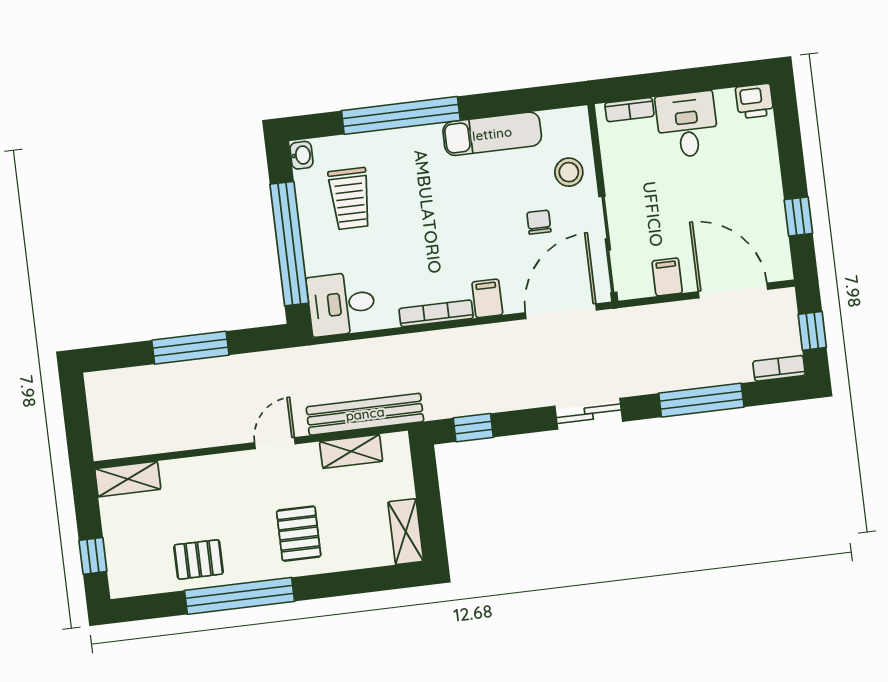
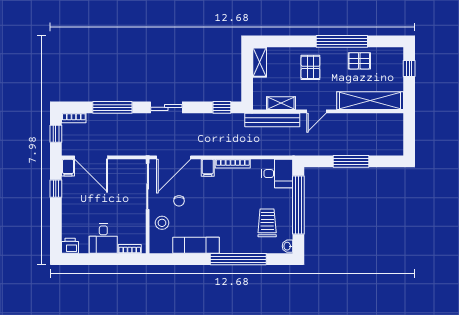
filing cabinet: (667, 277) -> (68, 168), moved
shelving: (128, 479) -> (370, 101), width x2.20, depth x1.33

